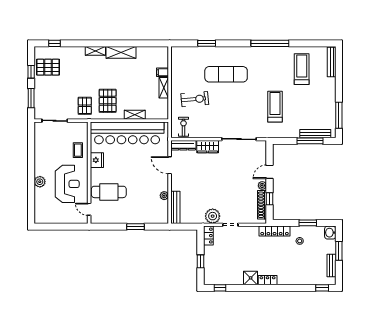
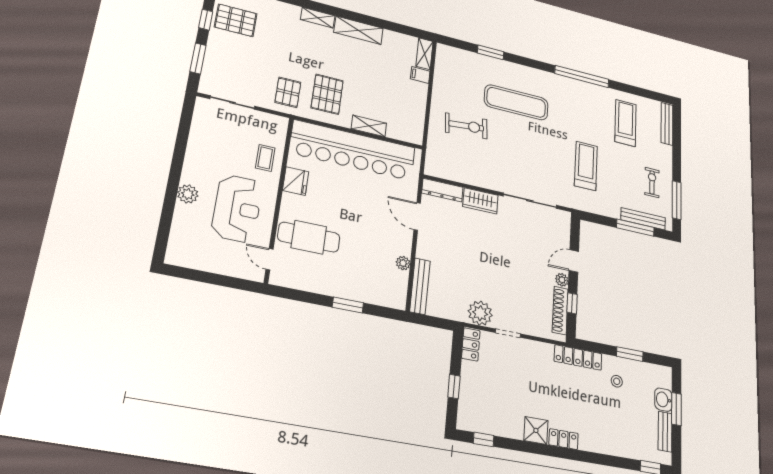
shelving: (164, 88) -> (424, 54), moved
exercise bike: (183, 127) -> (652, 182), moved
washbasin: (330, 233) -> (663, 400), moved

